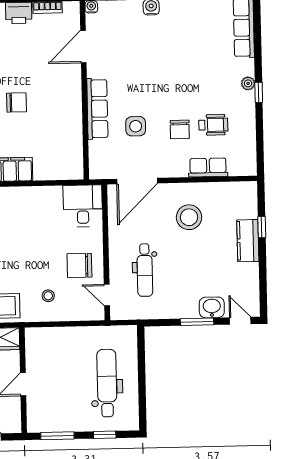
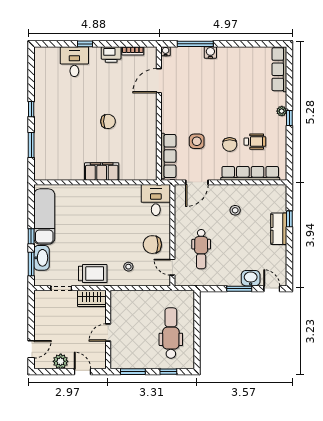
row of seats: (97, 109) -> (168, 156), moved
row of seats: (208, 167) -> (250, 173), width x2.02
door: (137, 181) -> (197, 182), width x0.73
stool: (189, 217) -> (235, 210), width x0.53, depth x0.53

